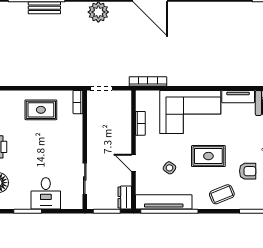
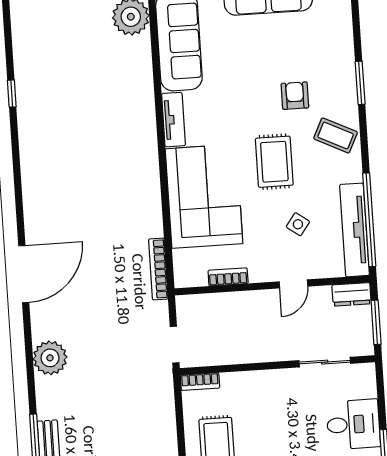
coffee table: (222, 194) -> (336, 135), turned -42

